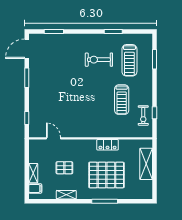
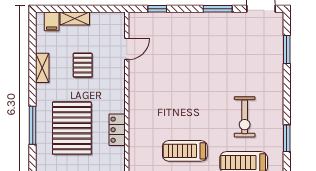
exercise bike: (99, 60) -> (245, 117), turned 180

